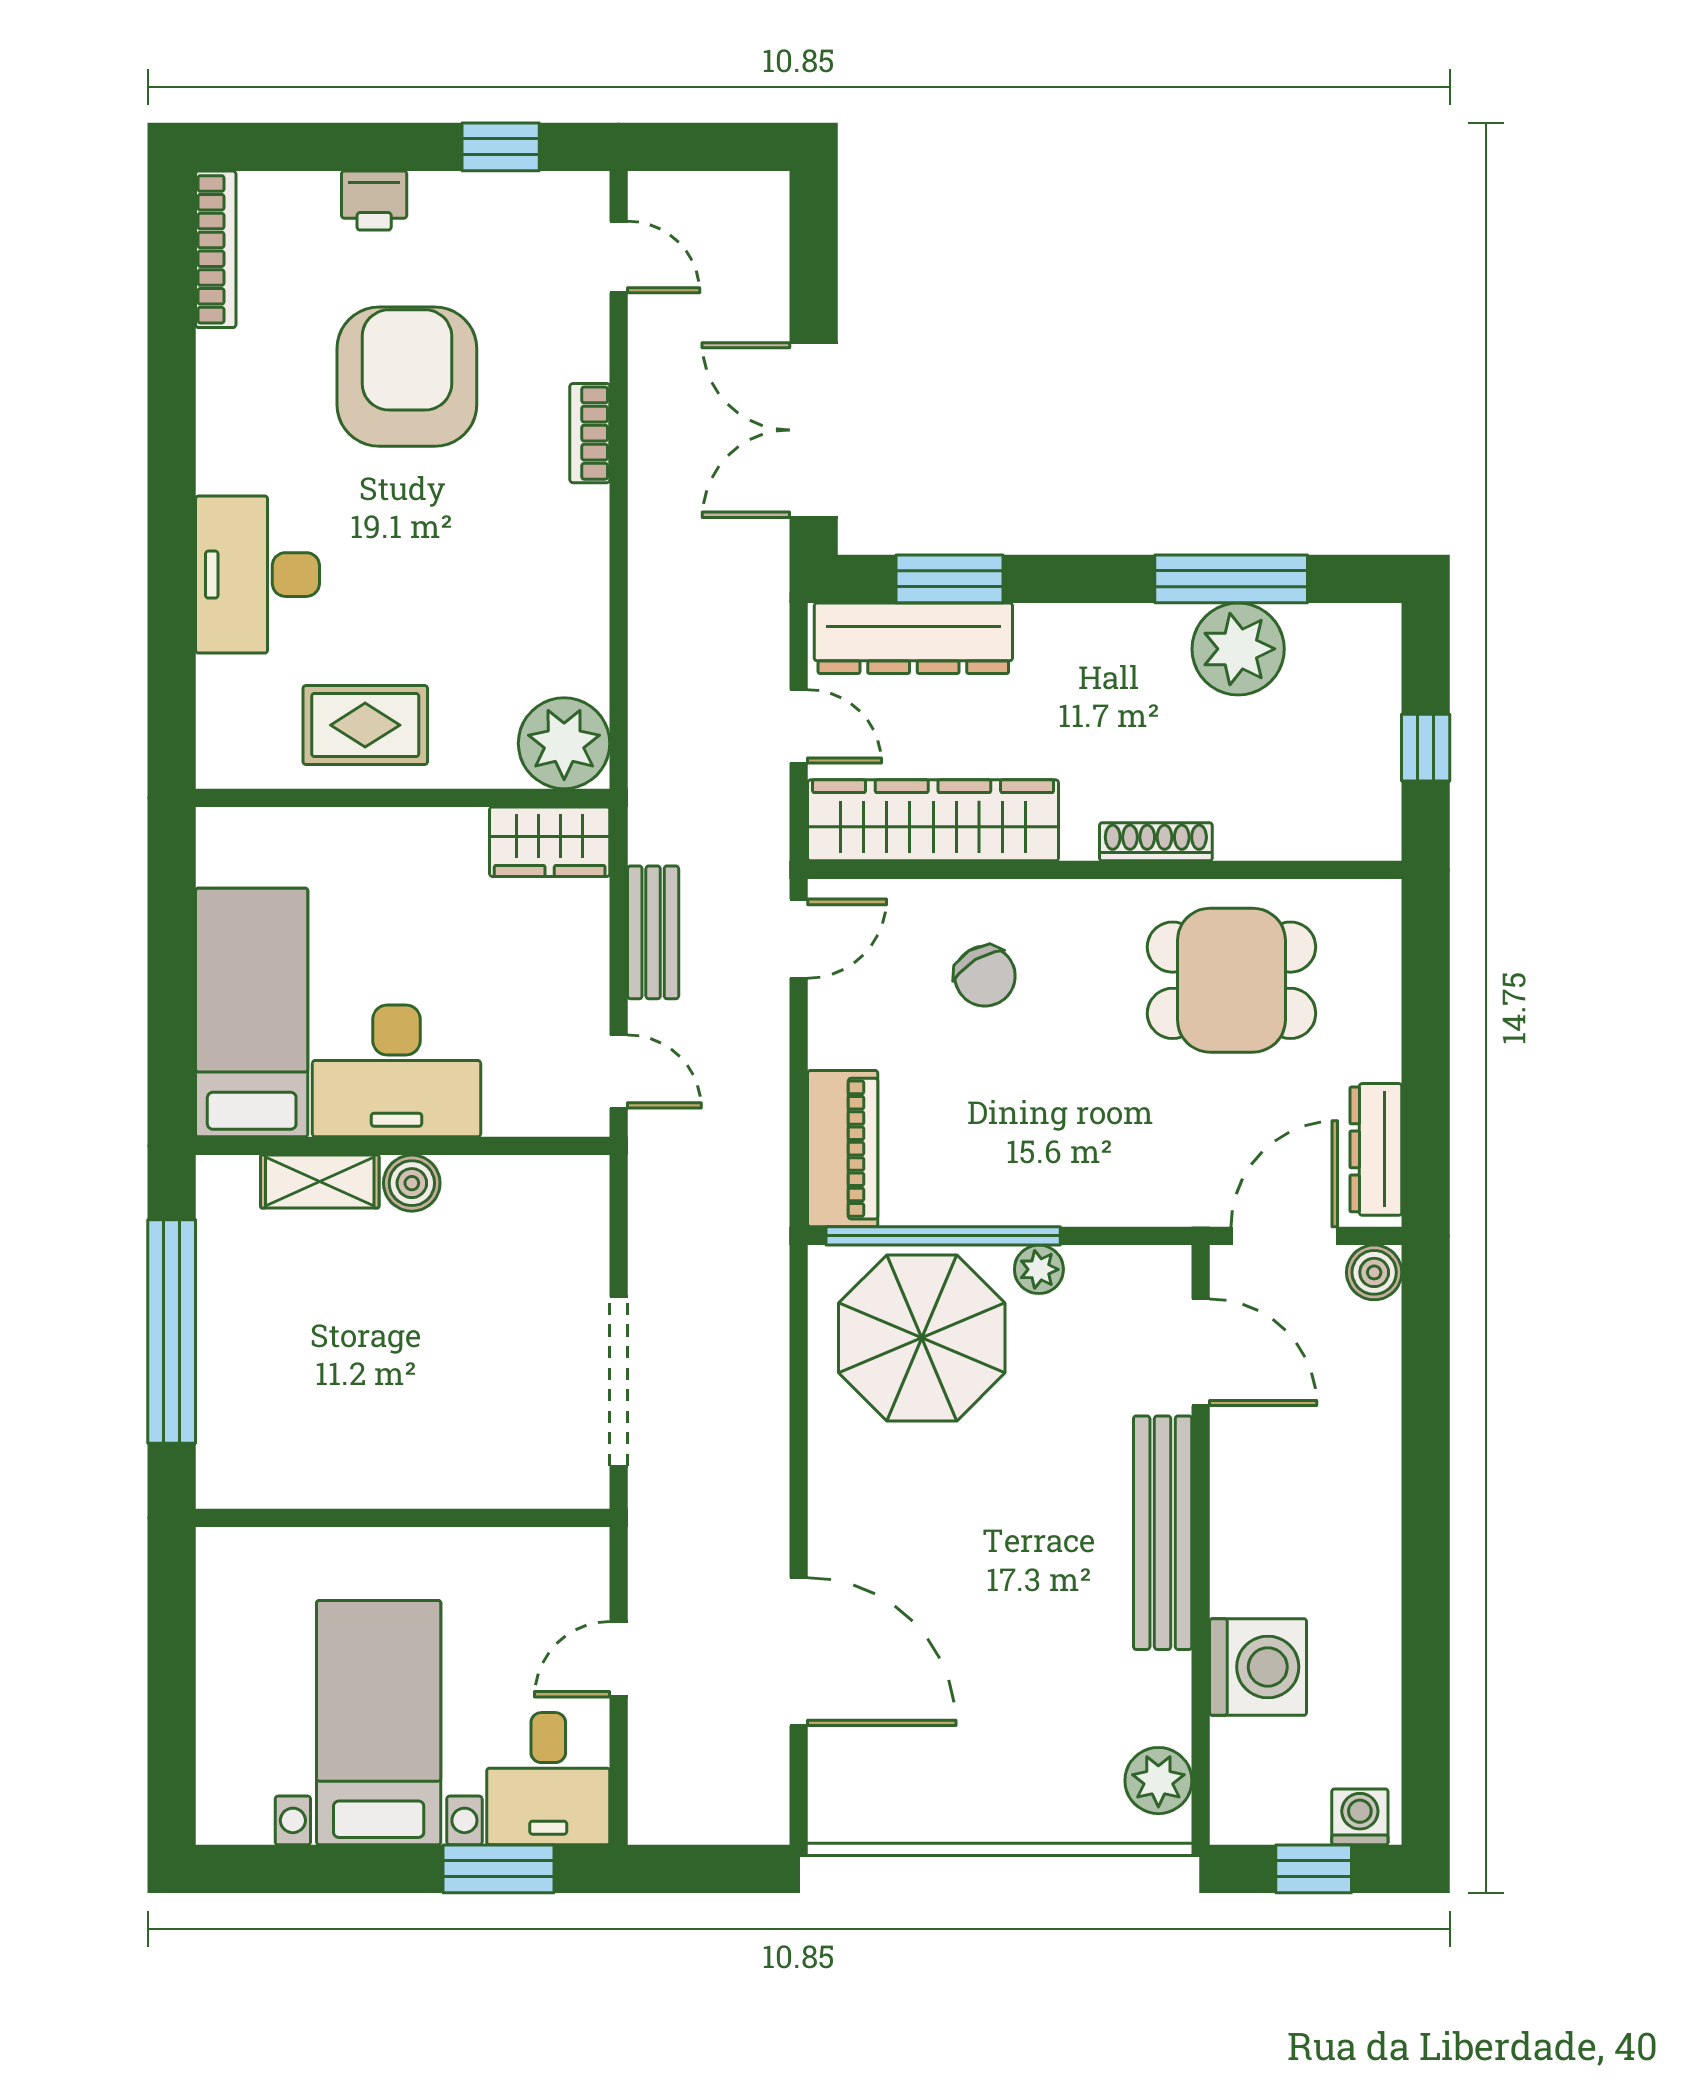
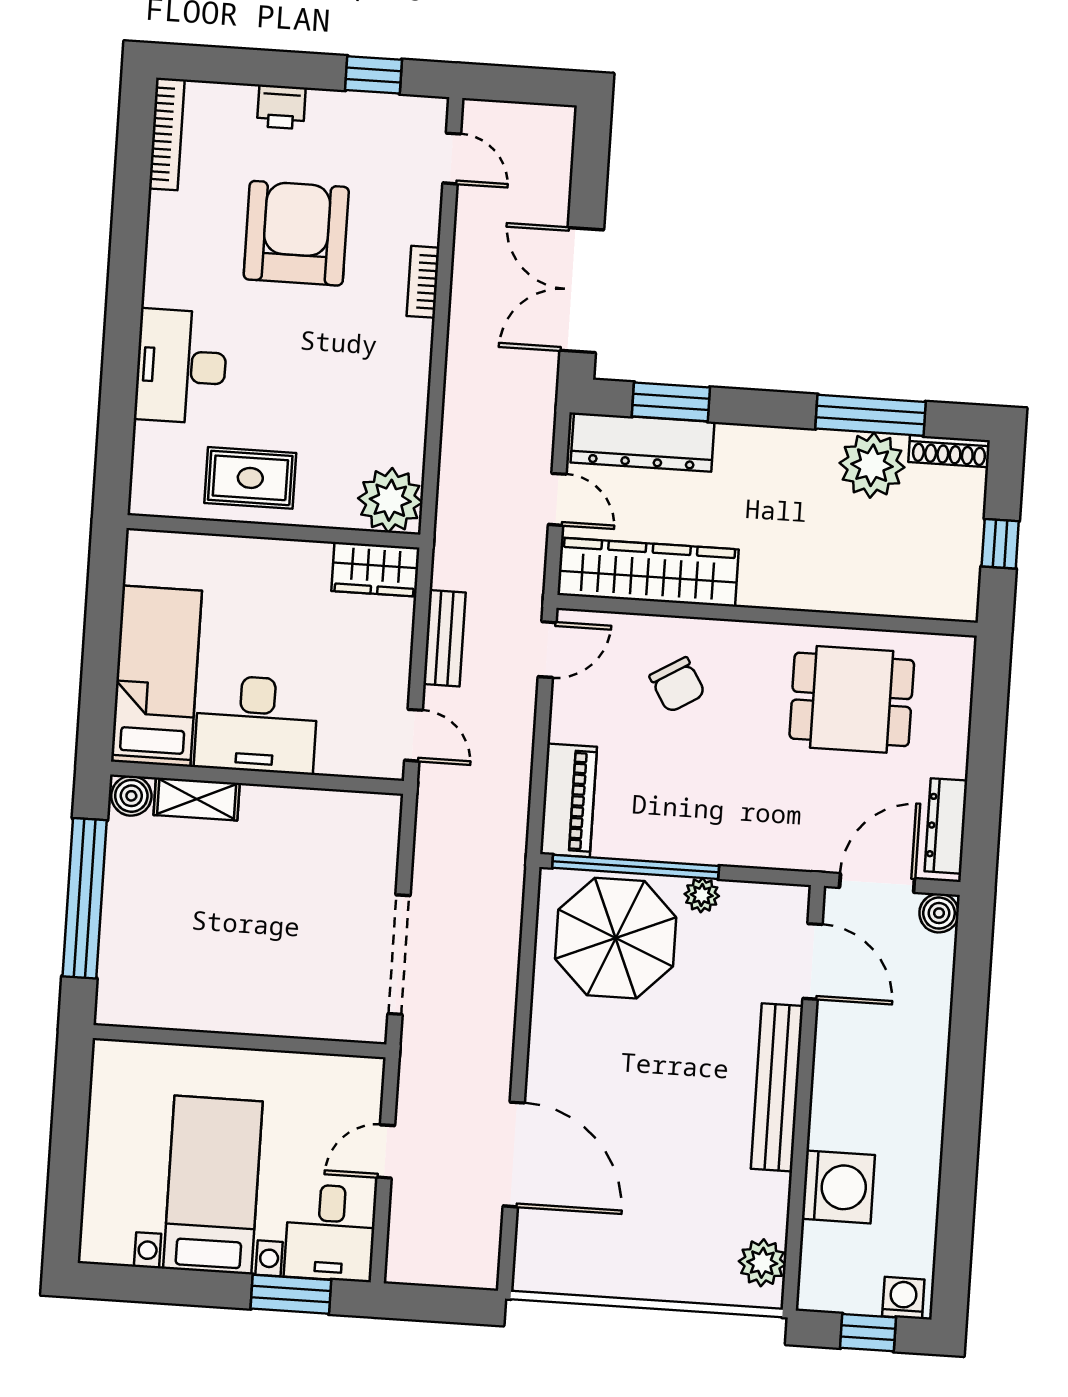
shoe rack: (1156, 842) -> (949, 451), moved, turned 180
boiler: (412, 1183) -> (131, 796), moved

